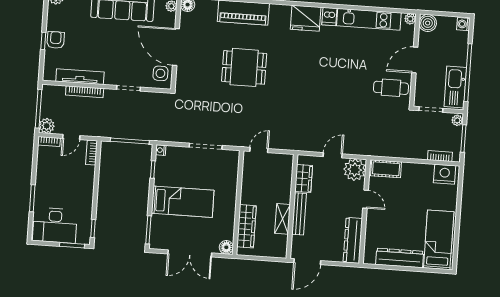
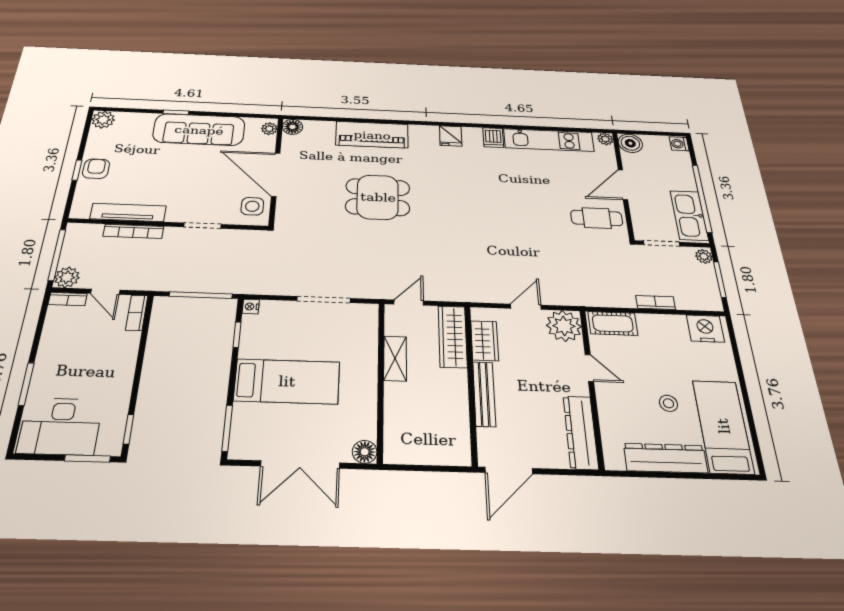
fridge: (306, 18) -> (451, 136), width x0.53, depth x0.75
door: (71, 137) -> (105, 292), hinge flipped
bookcase: (440, 156) -> (656, 302), moved
shelving: (283, 219) -> (395, 358), moved
stool: (409, 224) -> (668, 403), added
wardrobe: (246, 226) -> (453, 337), moved, turned 180

